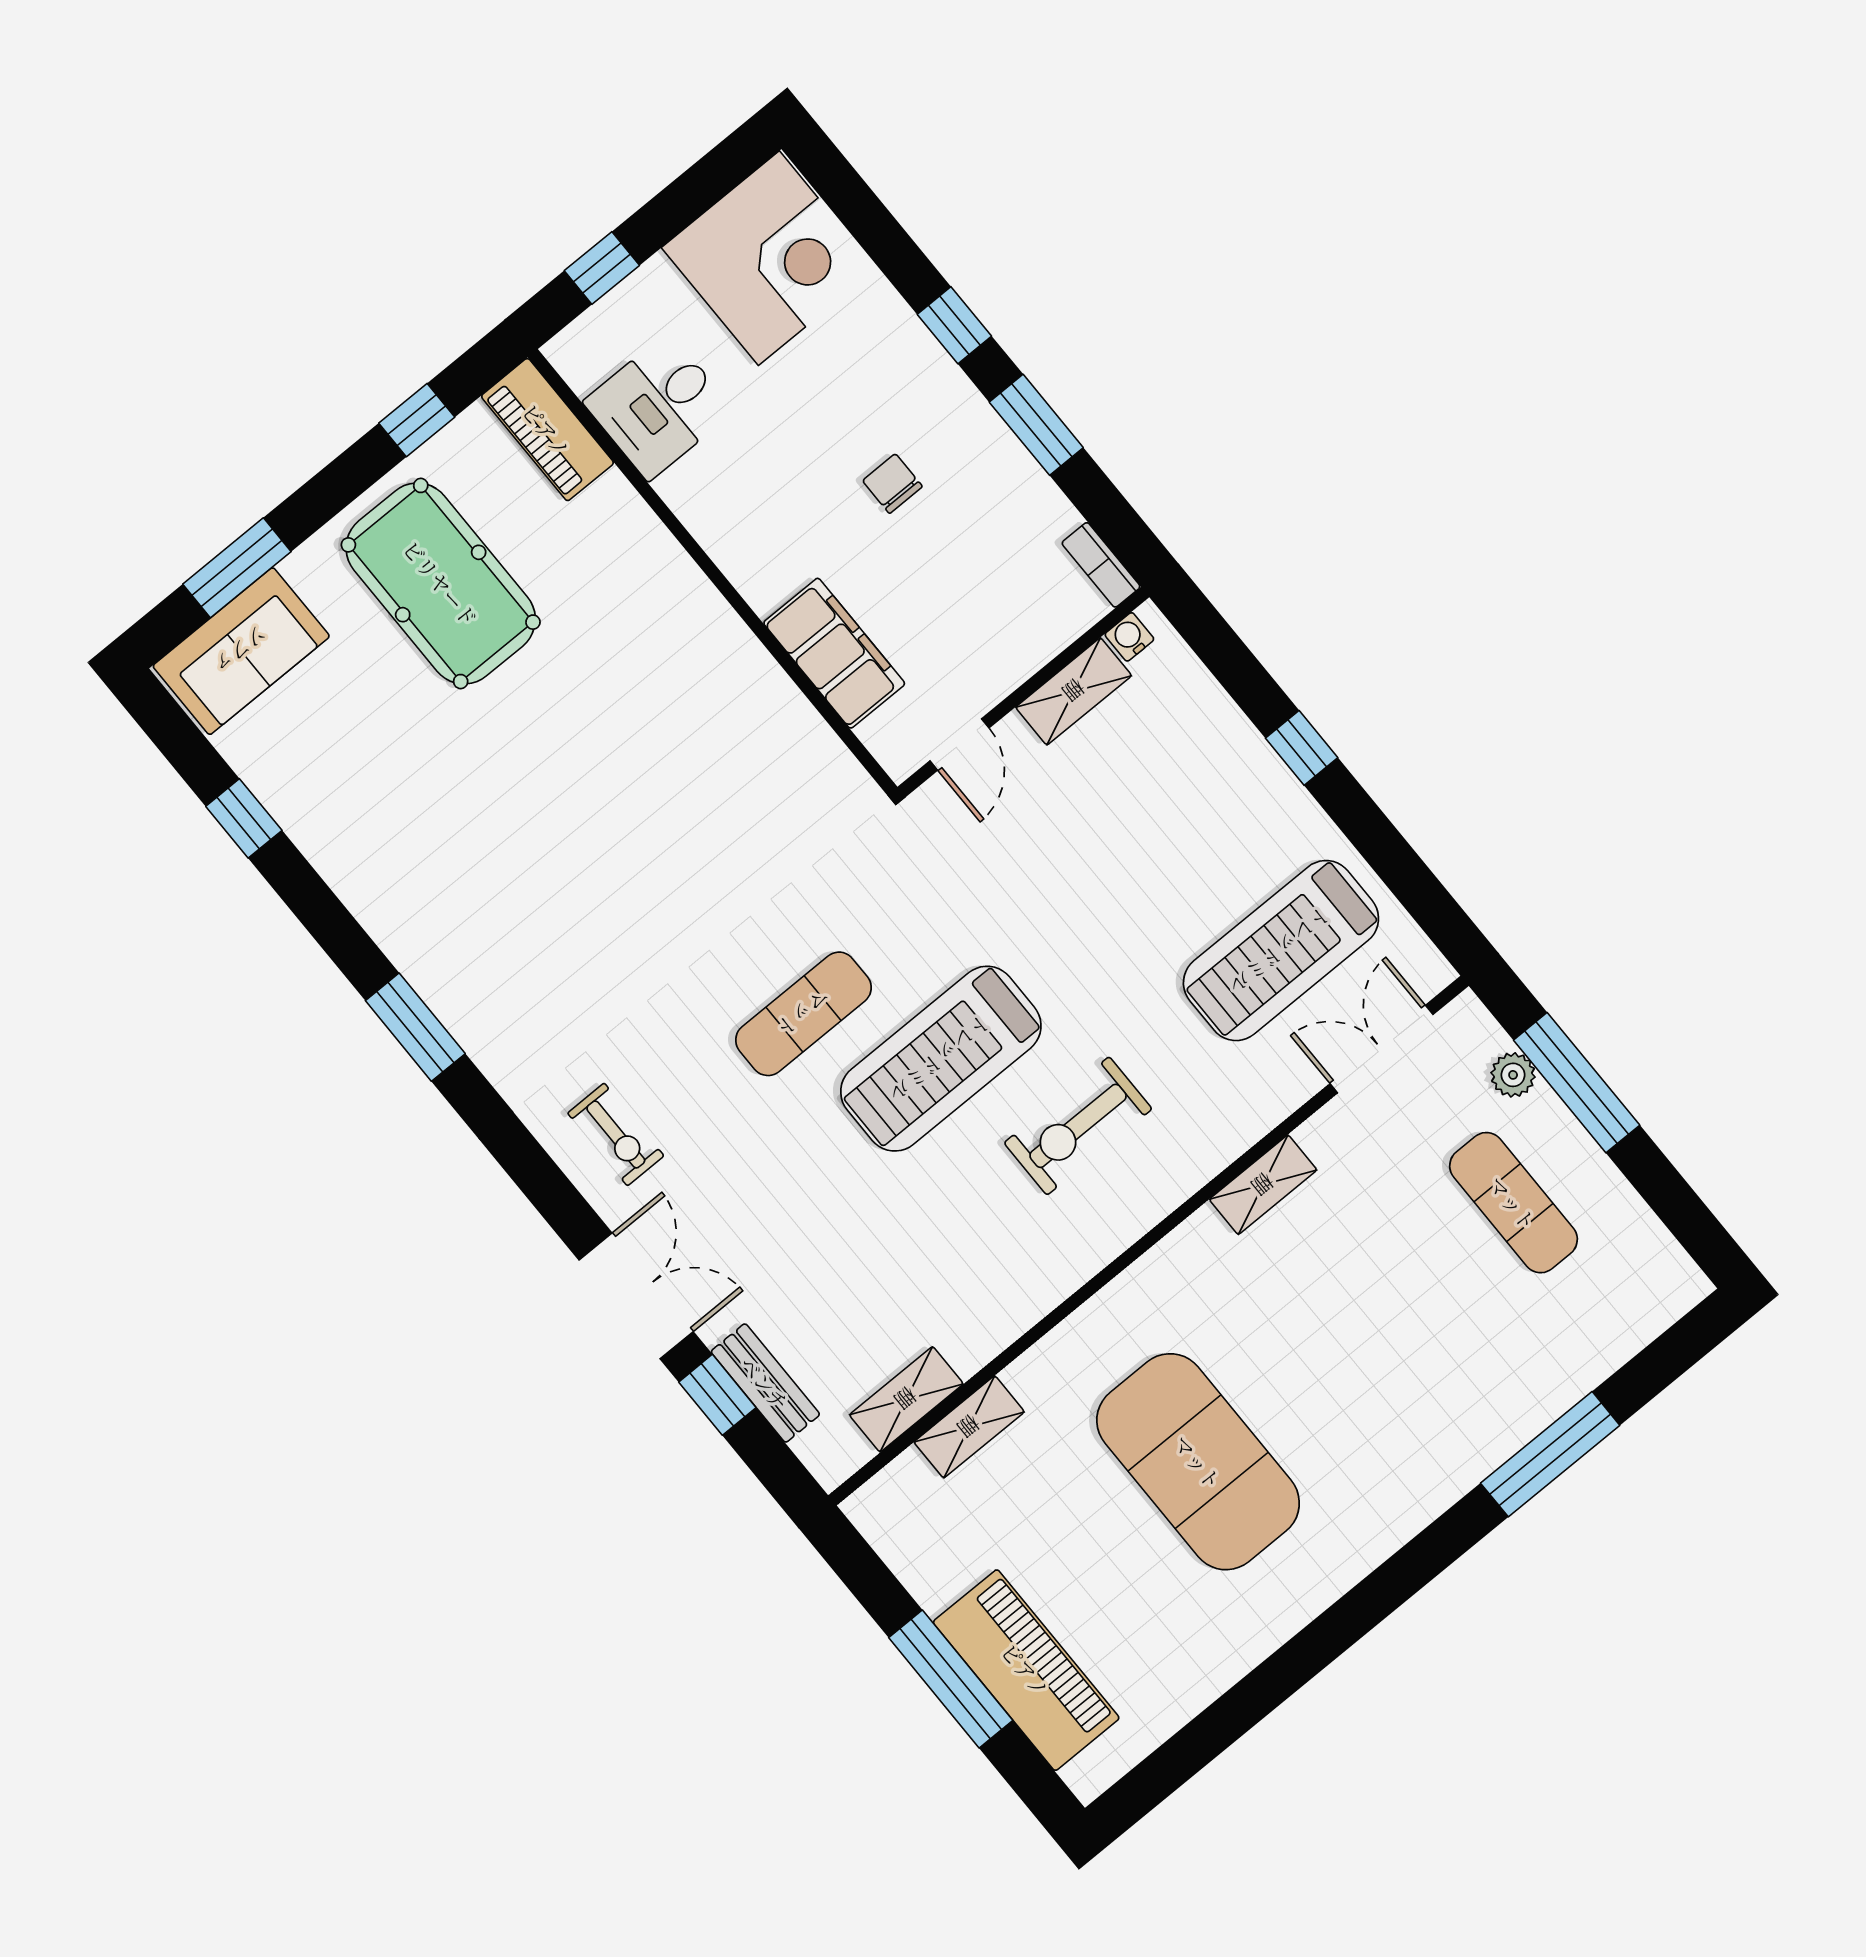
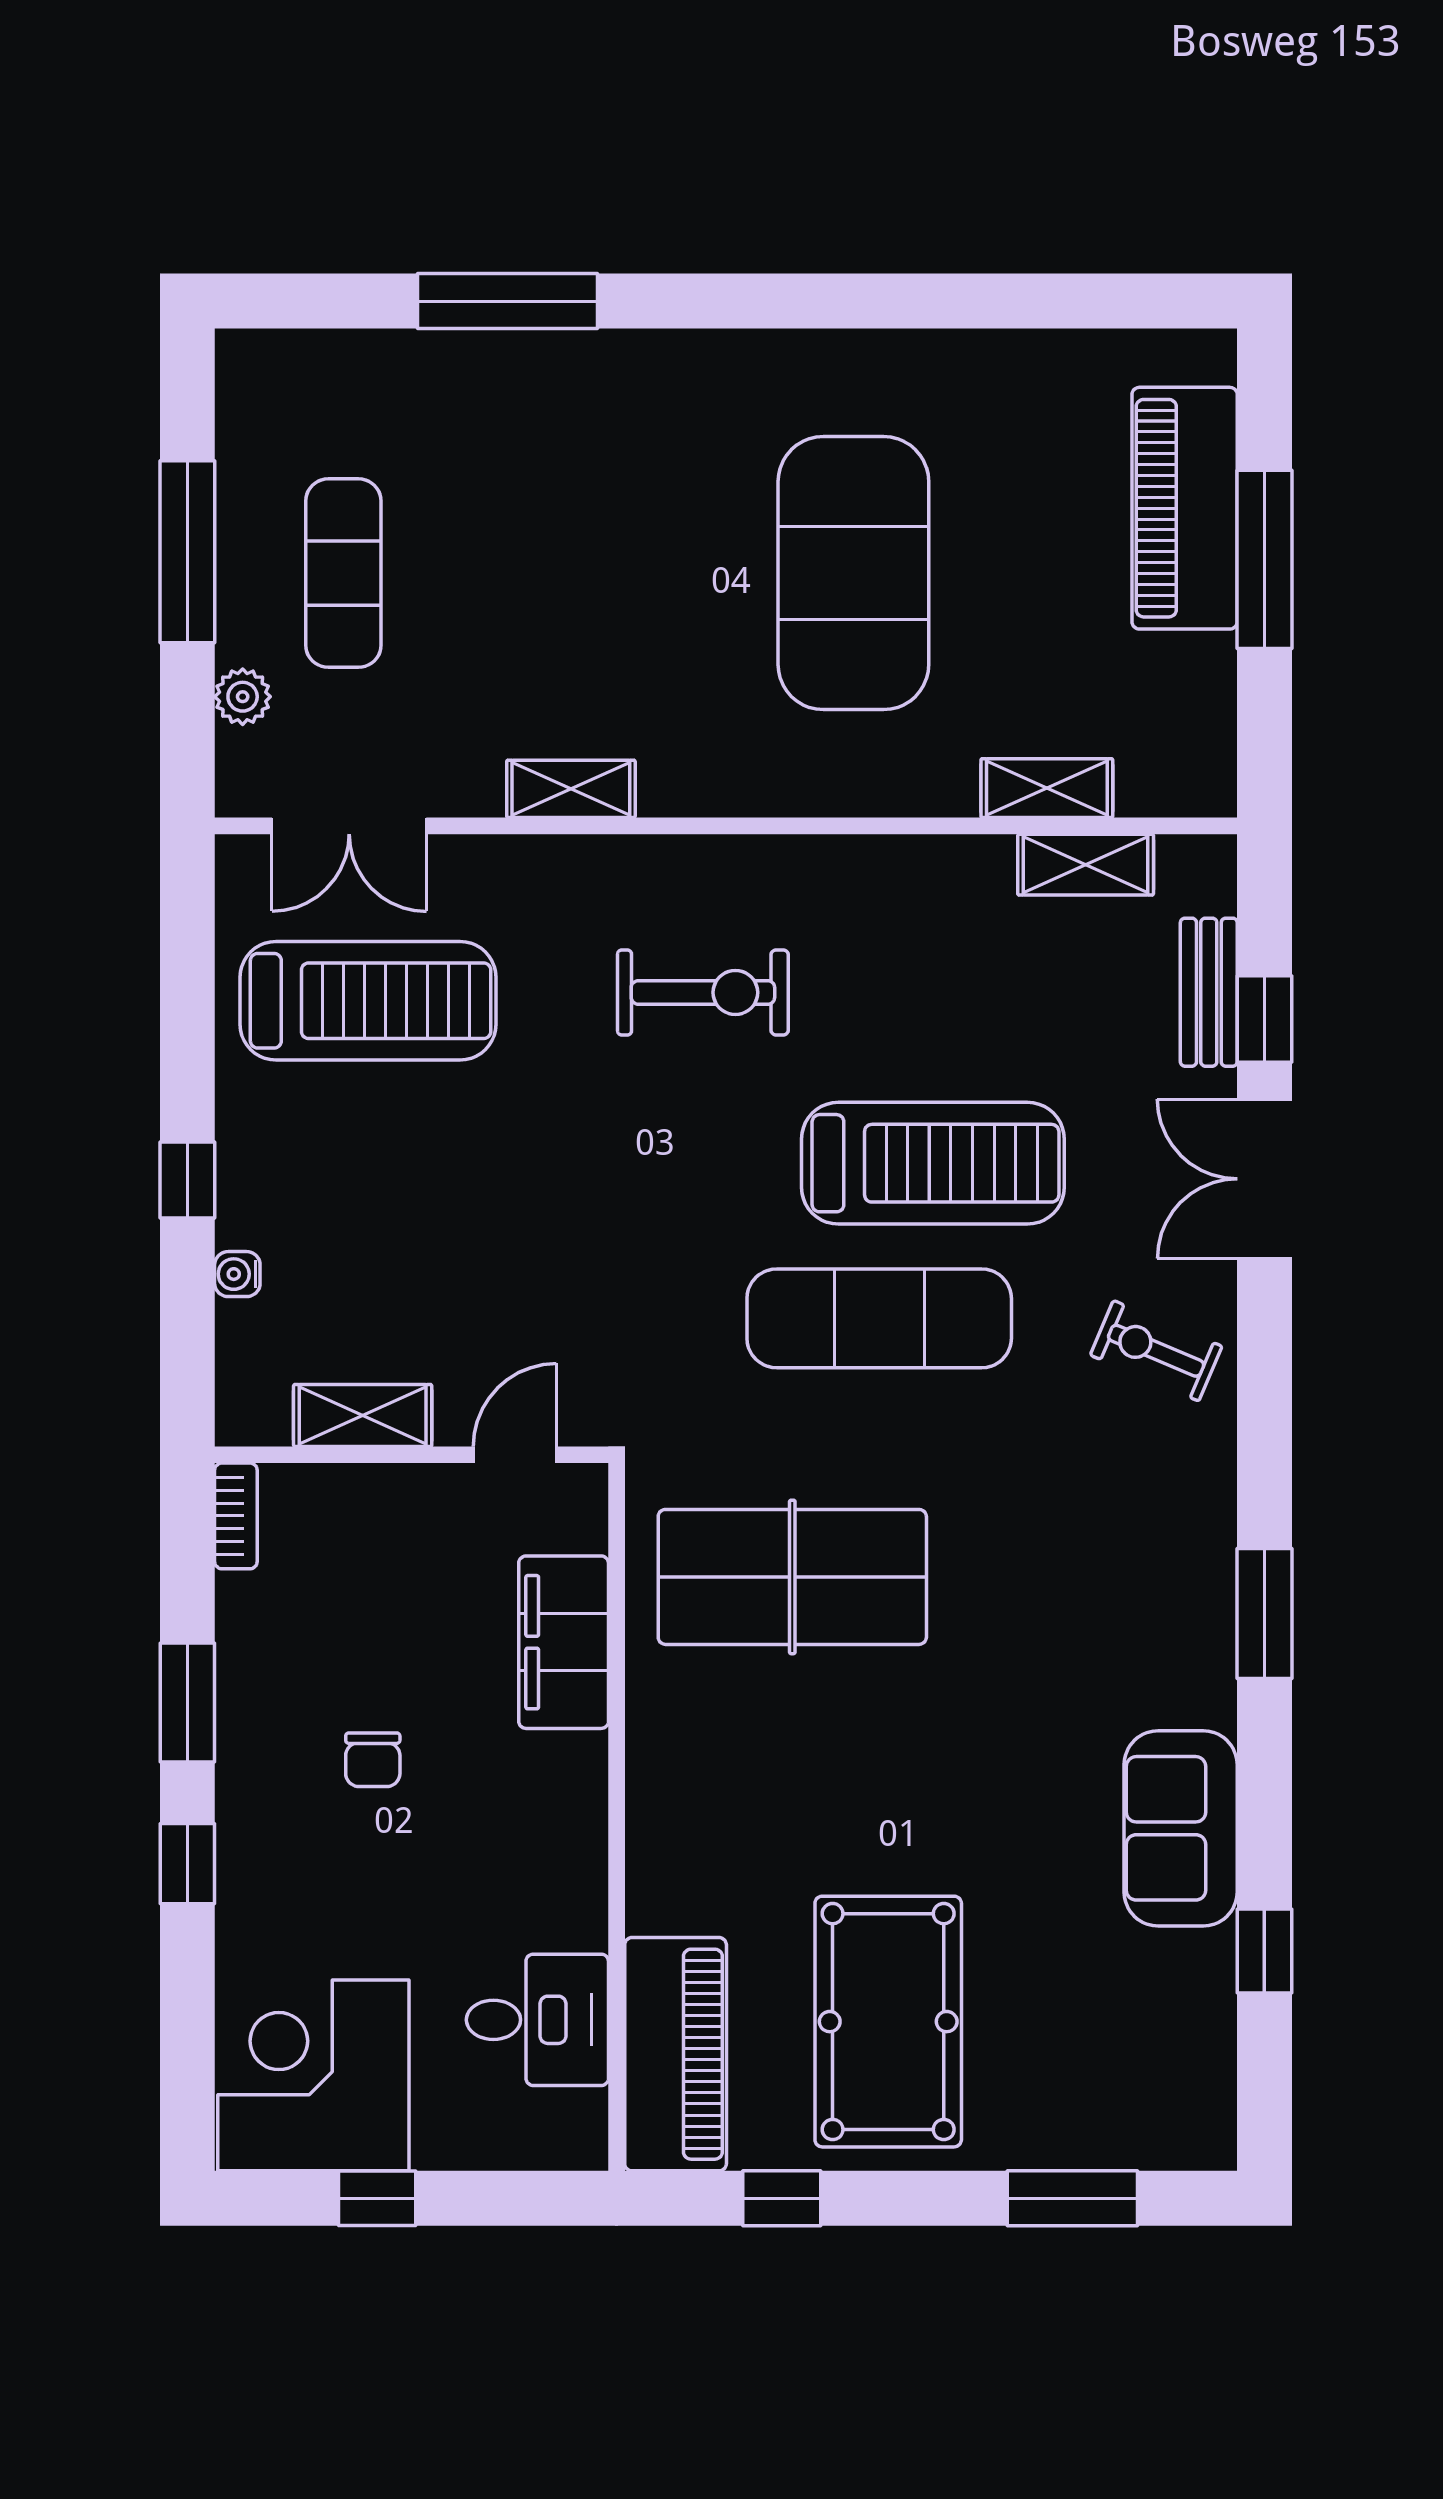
window: (602, 268) -> (377, 2198), moved
piano: (547, 430) -> (676, 2054), width x1.37, depth x1.33
water cooler: (1129, 637) -> (237, 1274), moved, turned 90
sofa: (241, 651) -> (1181, 1828), moved, turned -90
table tennis table: (726, 810) -> (792, 1577), added
exercise mat: (803, 1014) -> (879, 1318), width x1.36, depth x1.45
treadmill: (941, 1059) -> (933, 1163), moved
window: (1577, 1083) -> (187, 552), moved
exercise bike: (616, 1134) -> (1156, 1351), turned -67

